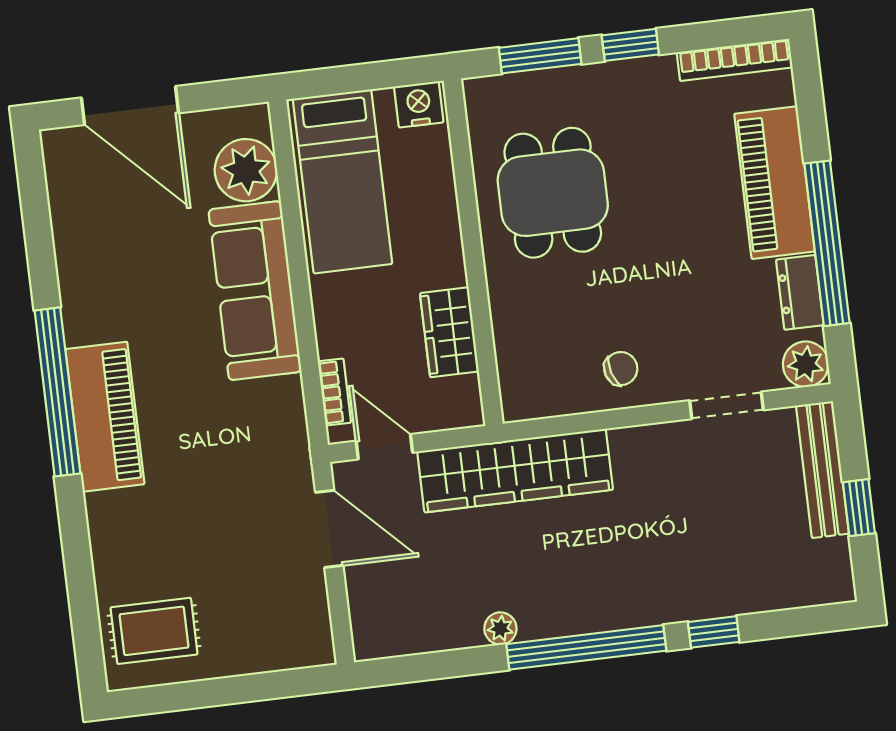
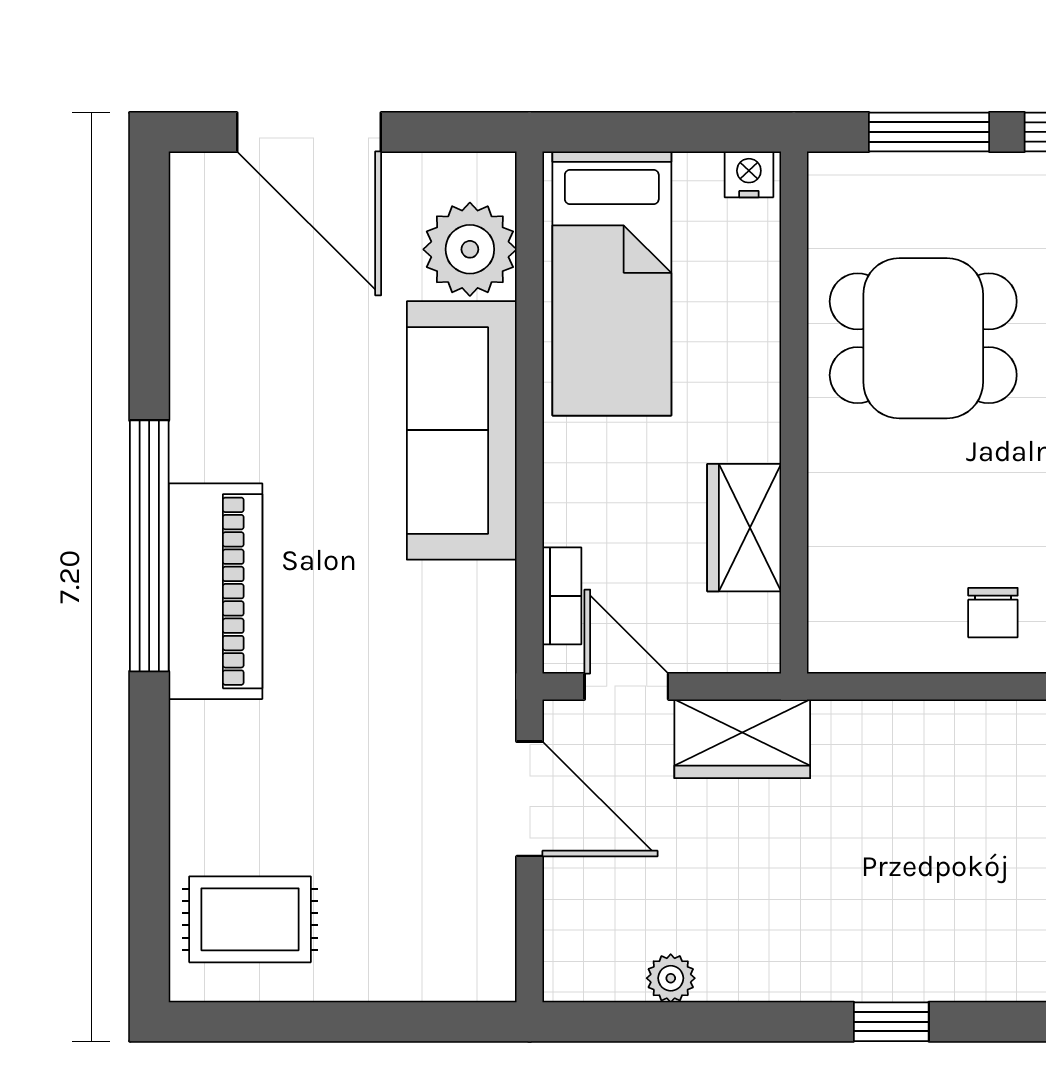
nightstand: (419, 104) -> (749, 174), width x0.72, depth x0.74
dining table: (553, 193) -> (923, 338), turned 90
chair: (621, 369) -> (993, 613), turned 107
wardrobe: (515, 471) -> (742, 739), width x0.48, depth x0.85
plant: (500, 628) -> (671, 978), moved
window: (586, 647) -> (891, 1022), width x0.32

